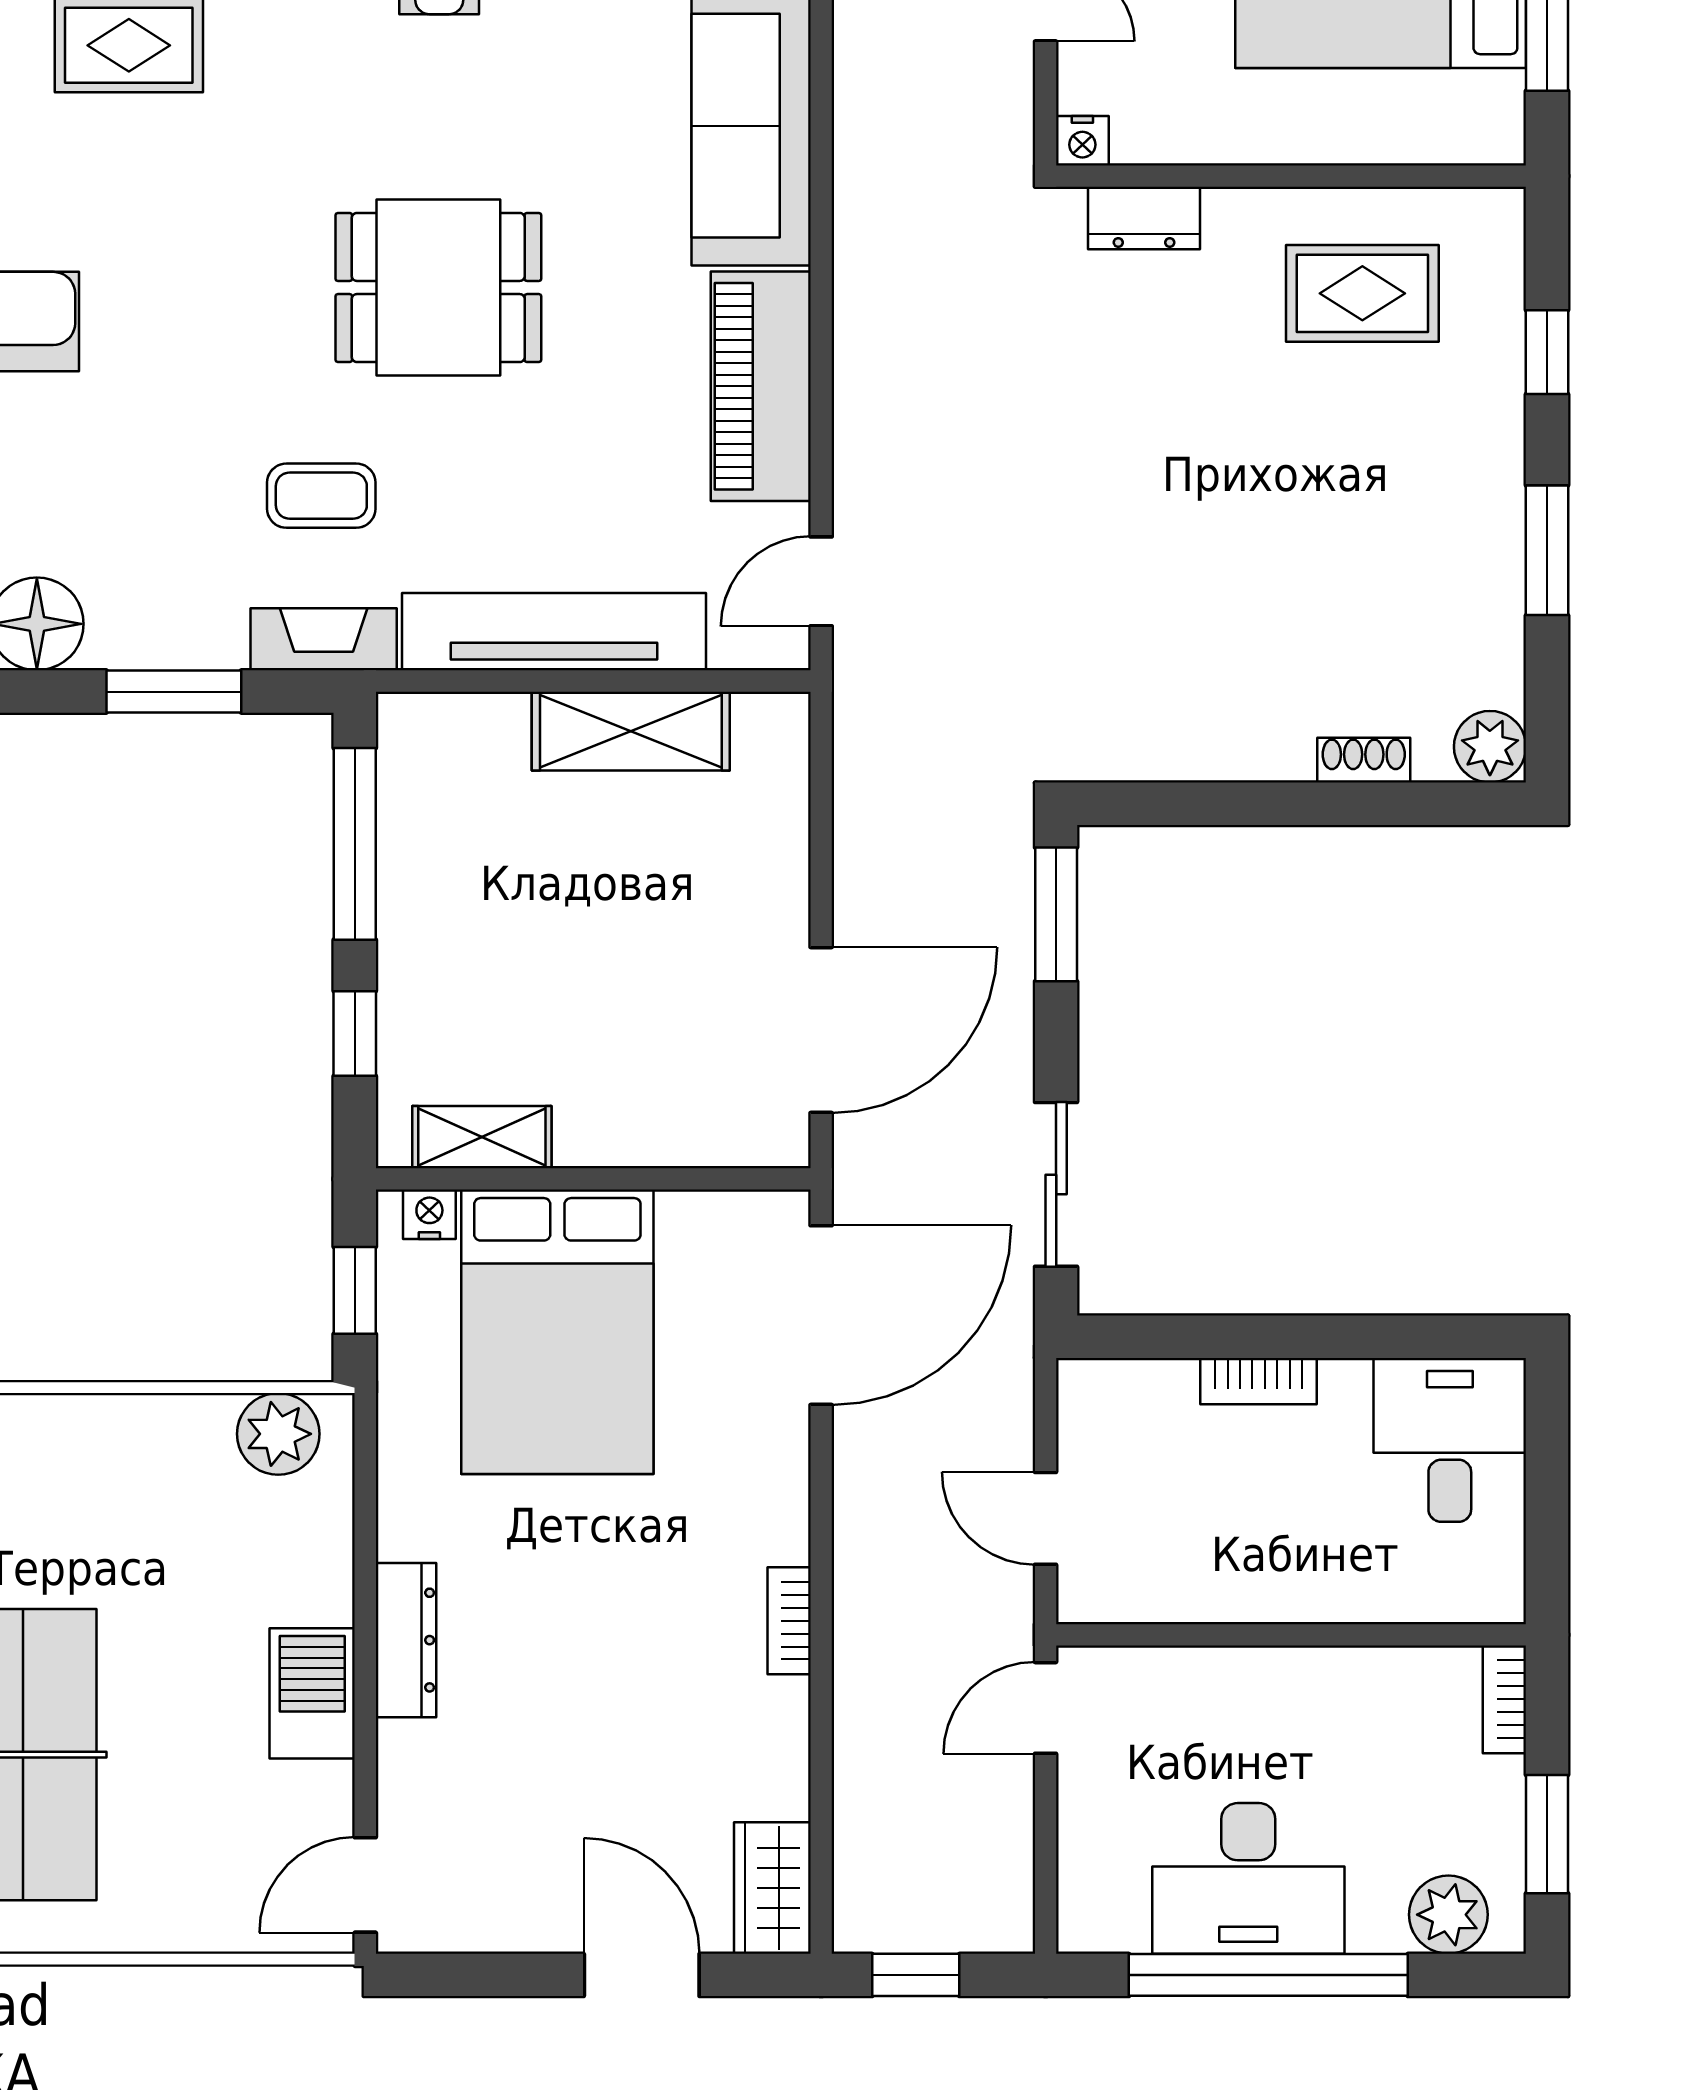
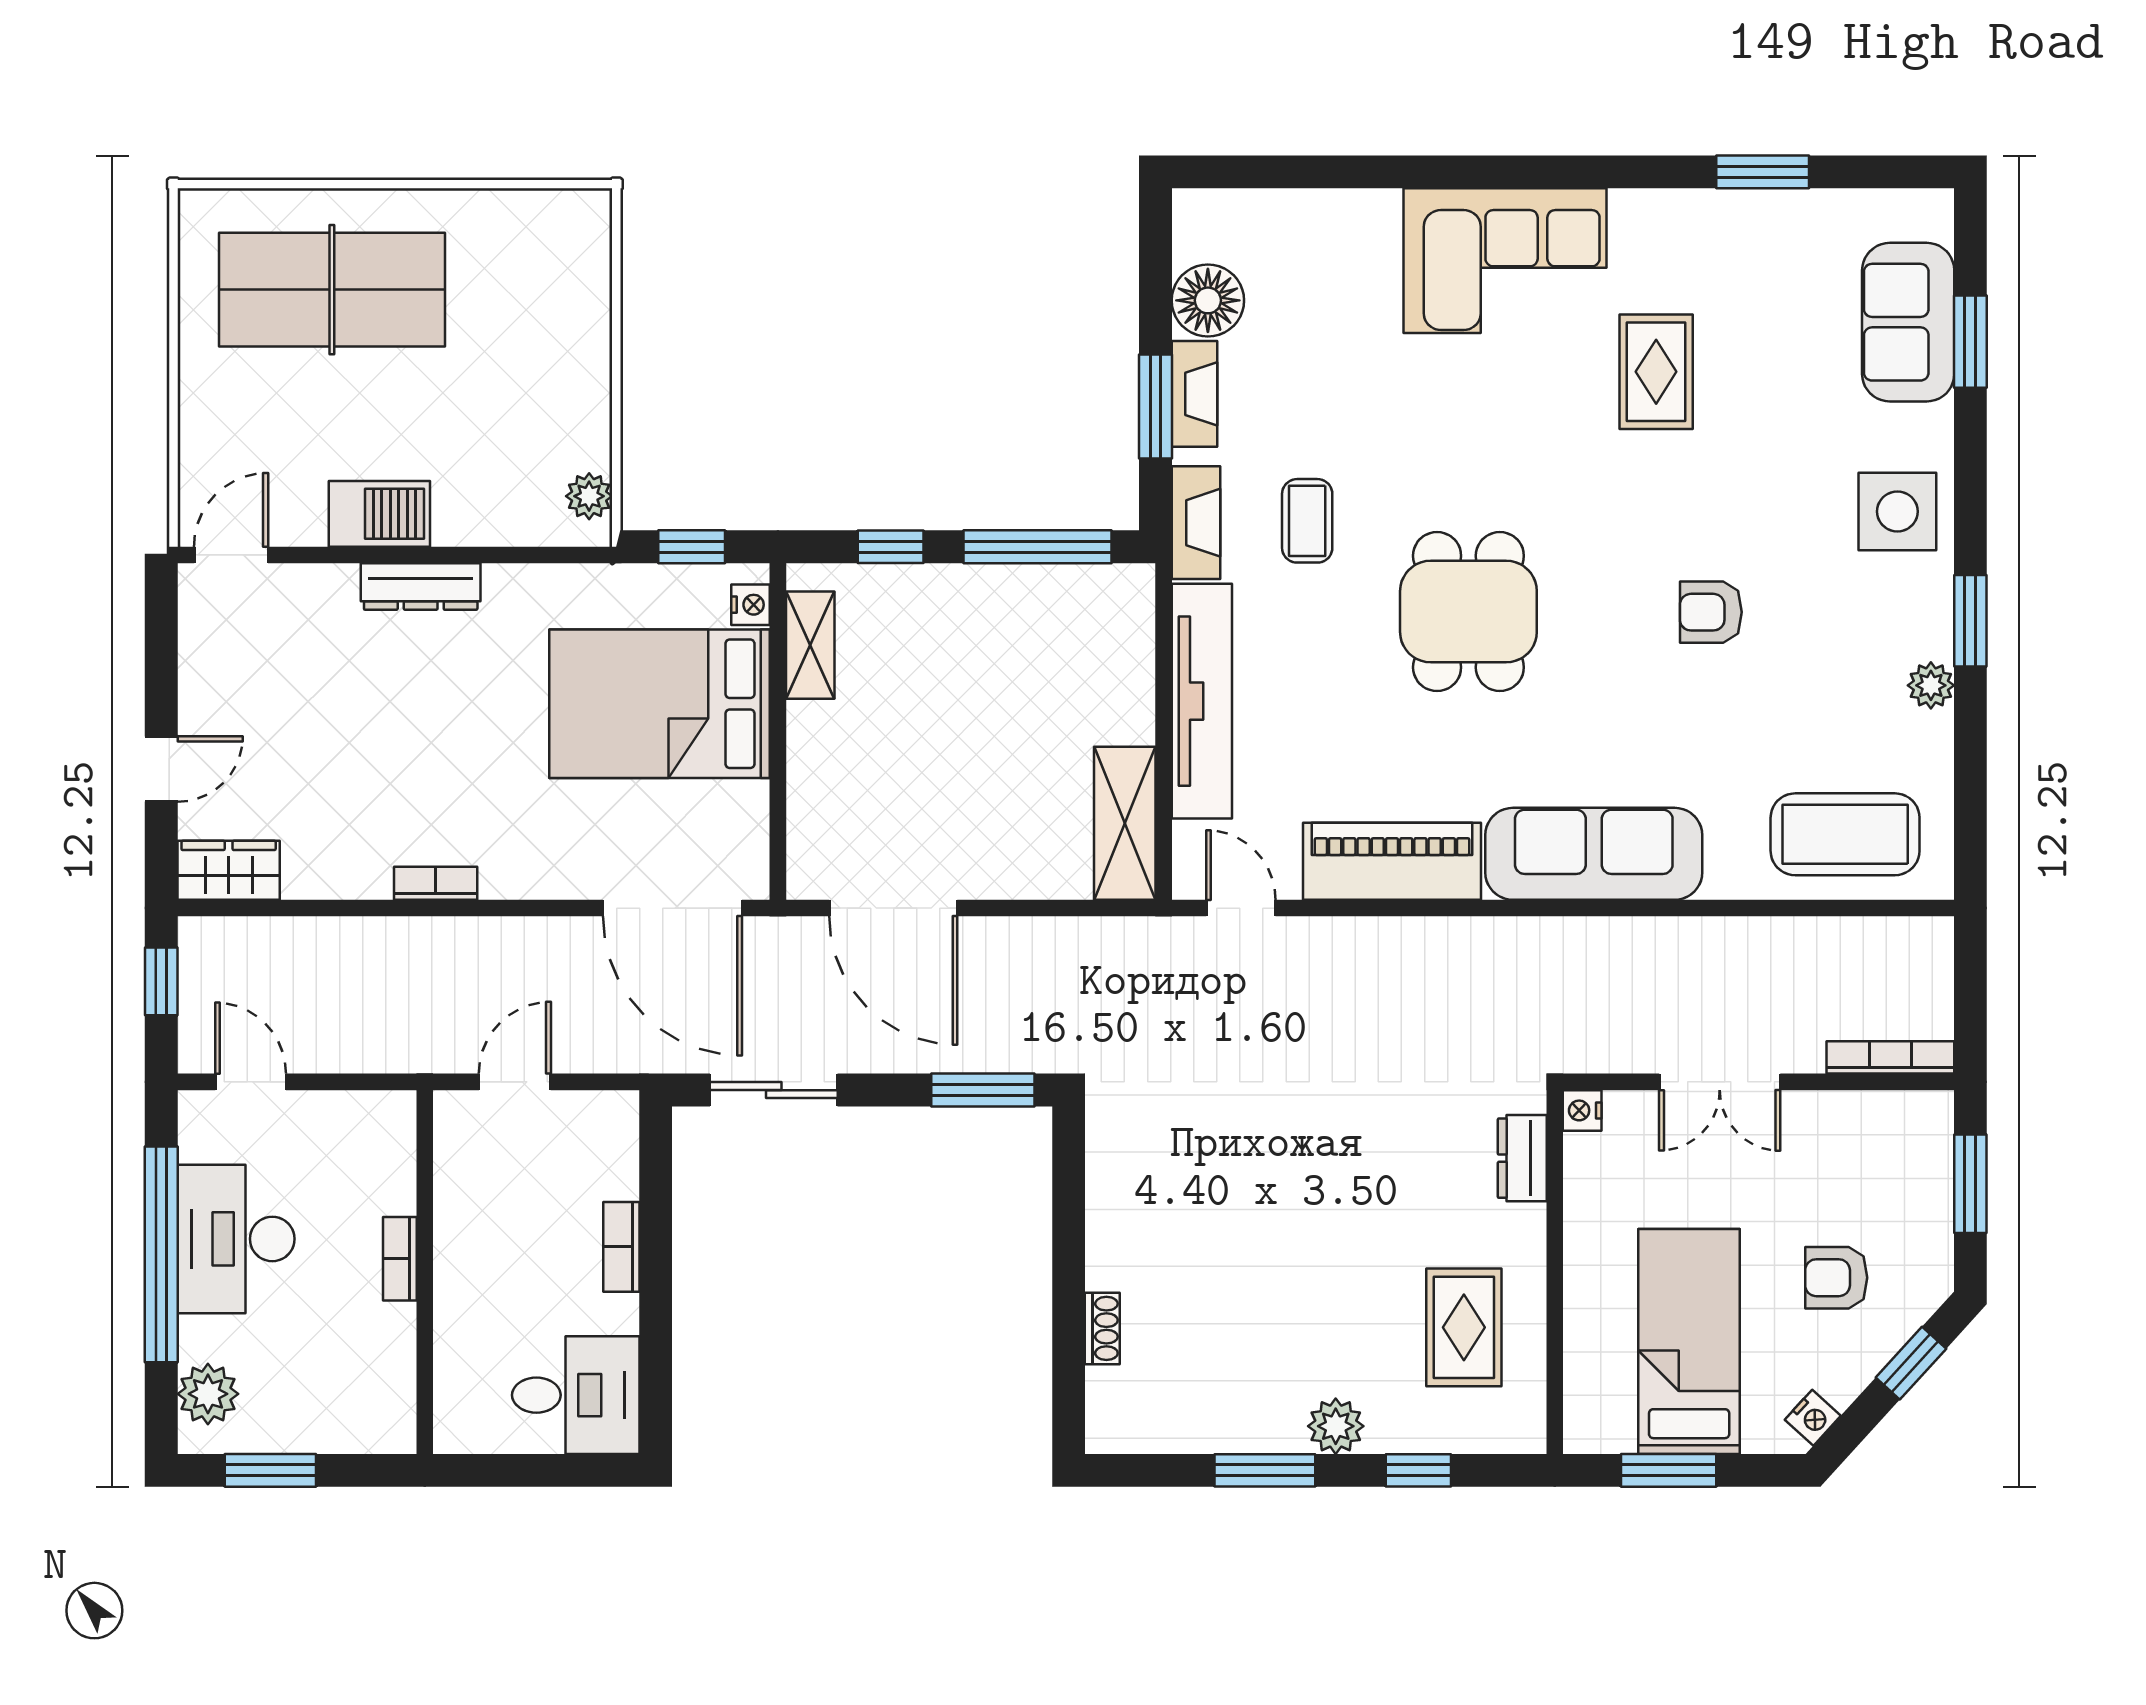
fireplace: (157, 641) -> (1194, 394), added
shelving: (631, 731) -> (1125, 823), moved
plant: (1490, 747) -> (1336, 1426), moved
plant: (278, 1434) -> (589, 496), width x0.73, depth x0.73
bookcase: (1504, 1699) -> (400, 1259), moved, turned -90
door: (1046, 1708) -> (251, 1082), moved
door: (365, 1885) -> (231, 555), hinge flipped
door: (642, 1975) -> (161, 769), width x0.73

